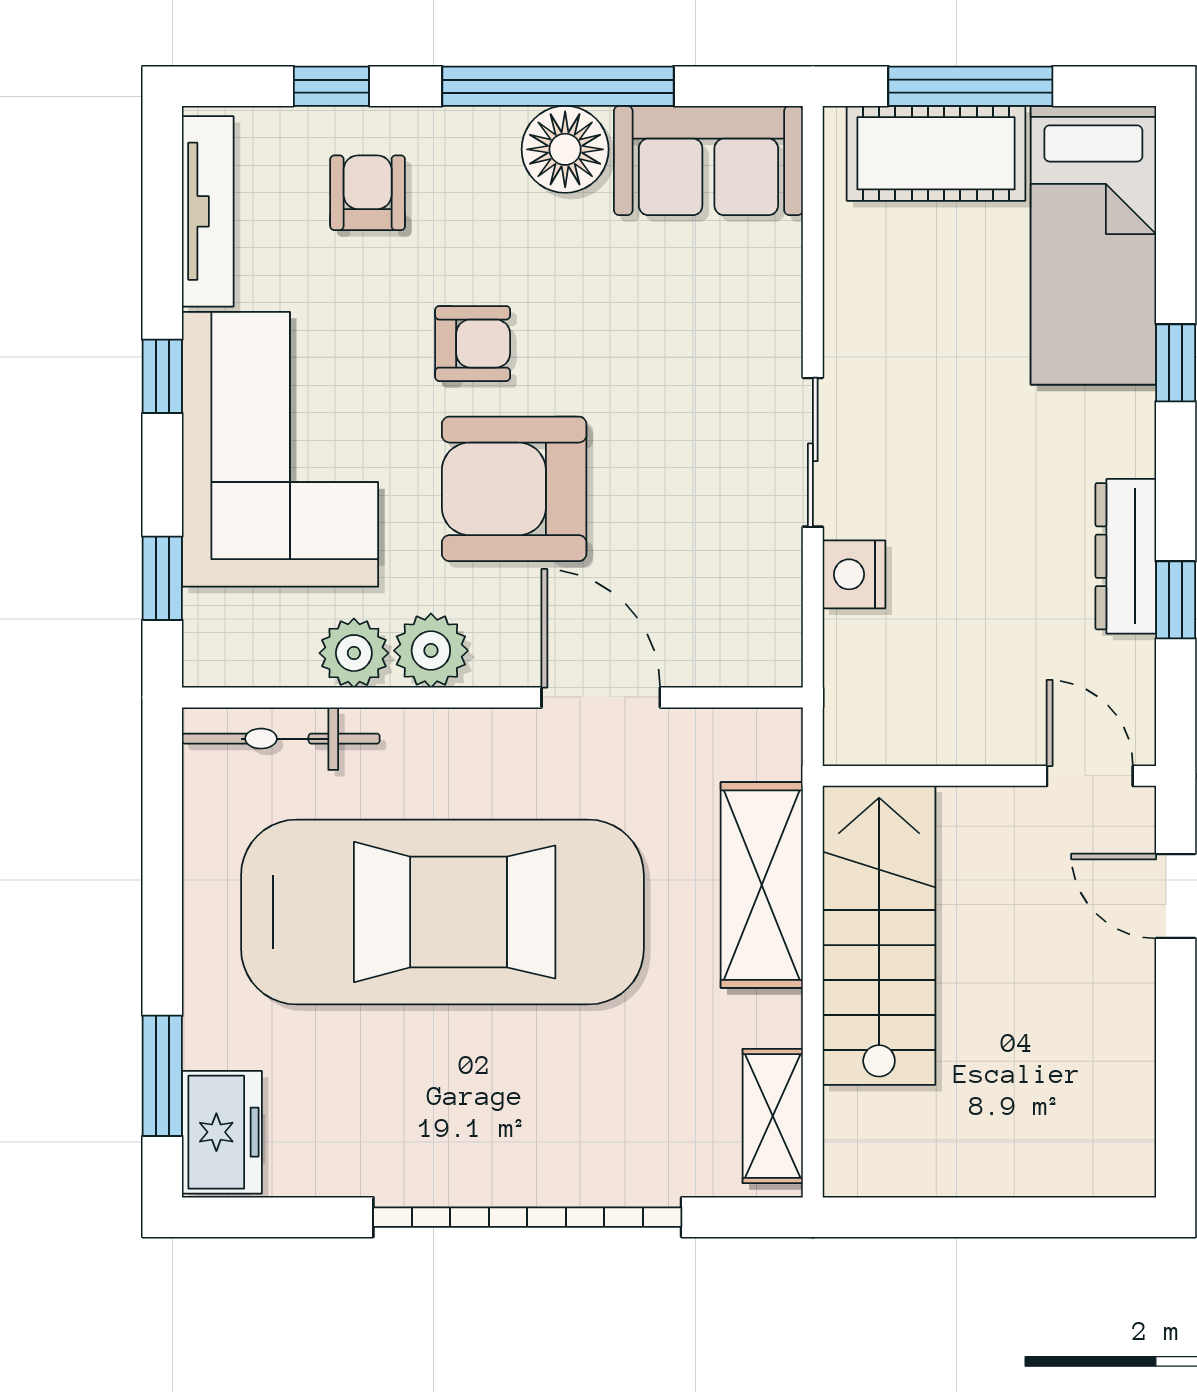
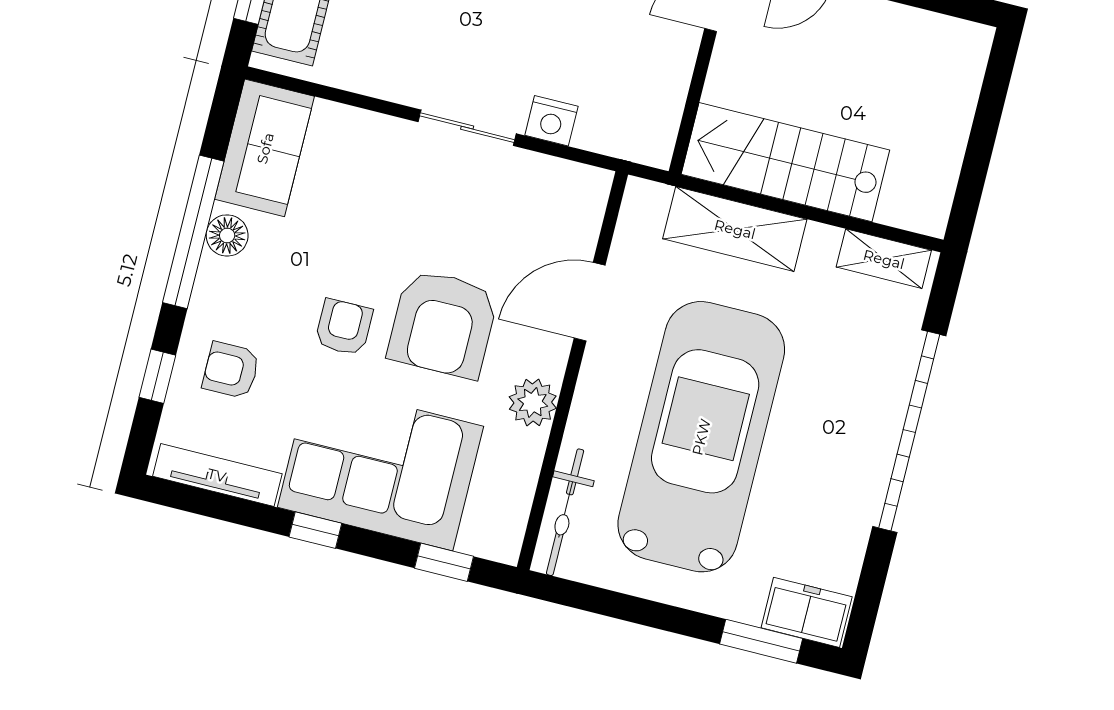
floor lamp: (565, 149) -> (227, 235), width x0.73, depth x0.73
plant: (354, 653) -> (522, 452), removed

